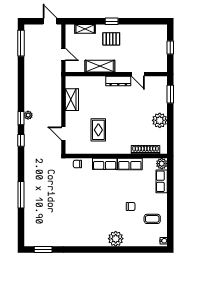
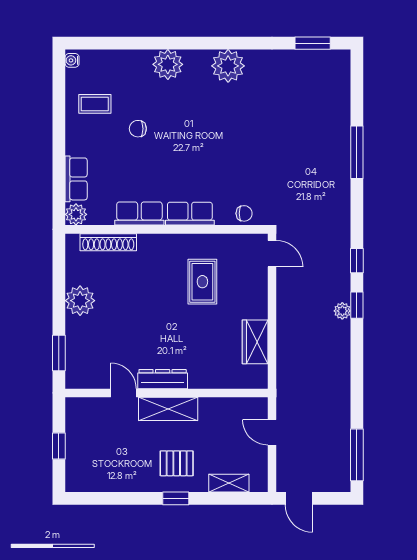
shelving: (100, 66) -> (168, 409), moved
door: (63, 133) -> (272, 254), moved
plant: (85, 238) -> (228, 66), added

